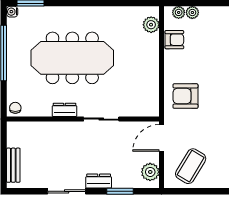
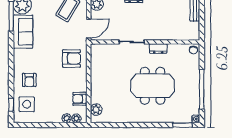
meeting table: (72, 58) -> (153, 86), width x0.73

